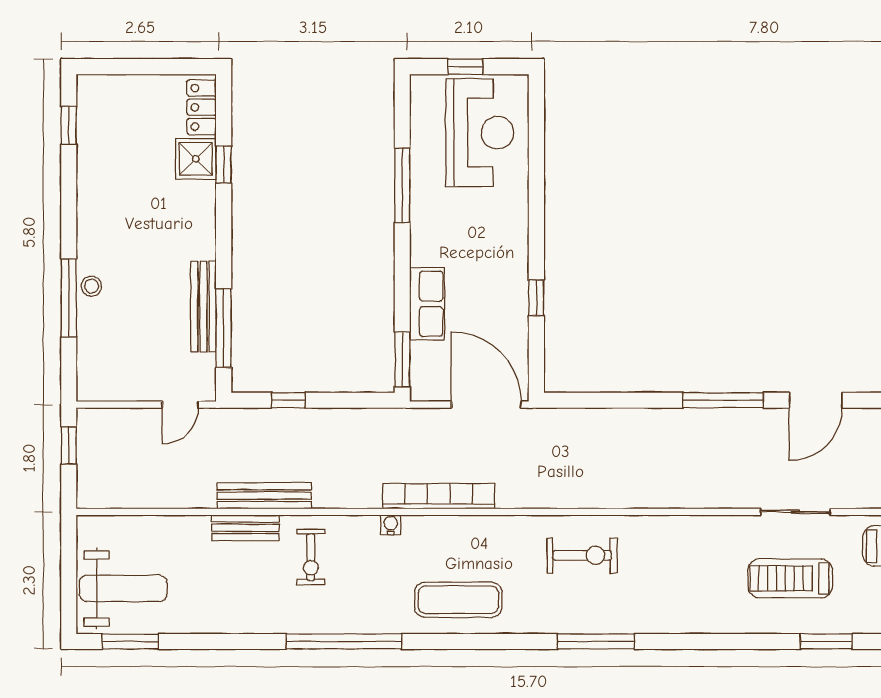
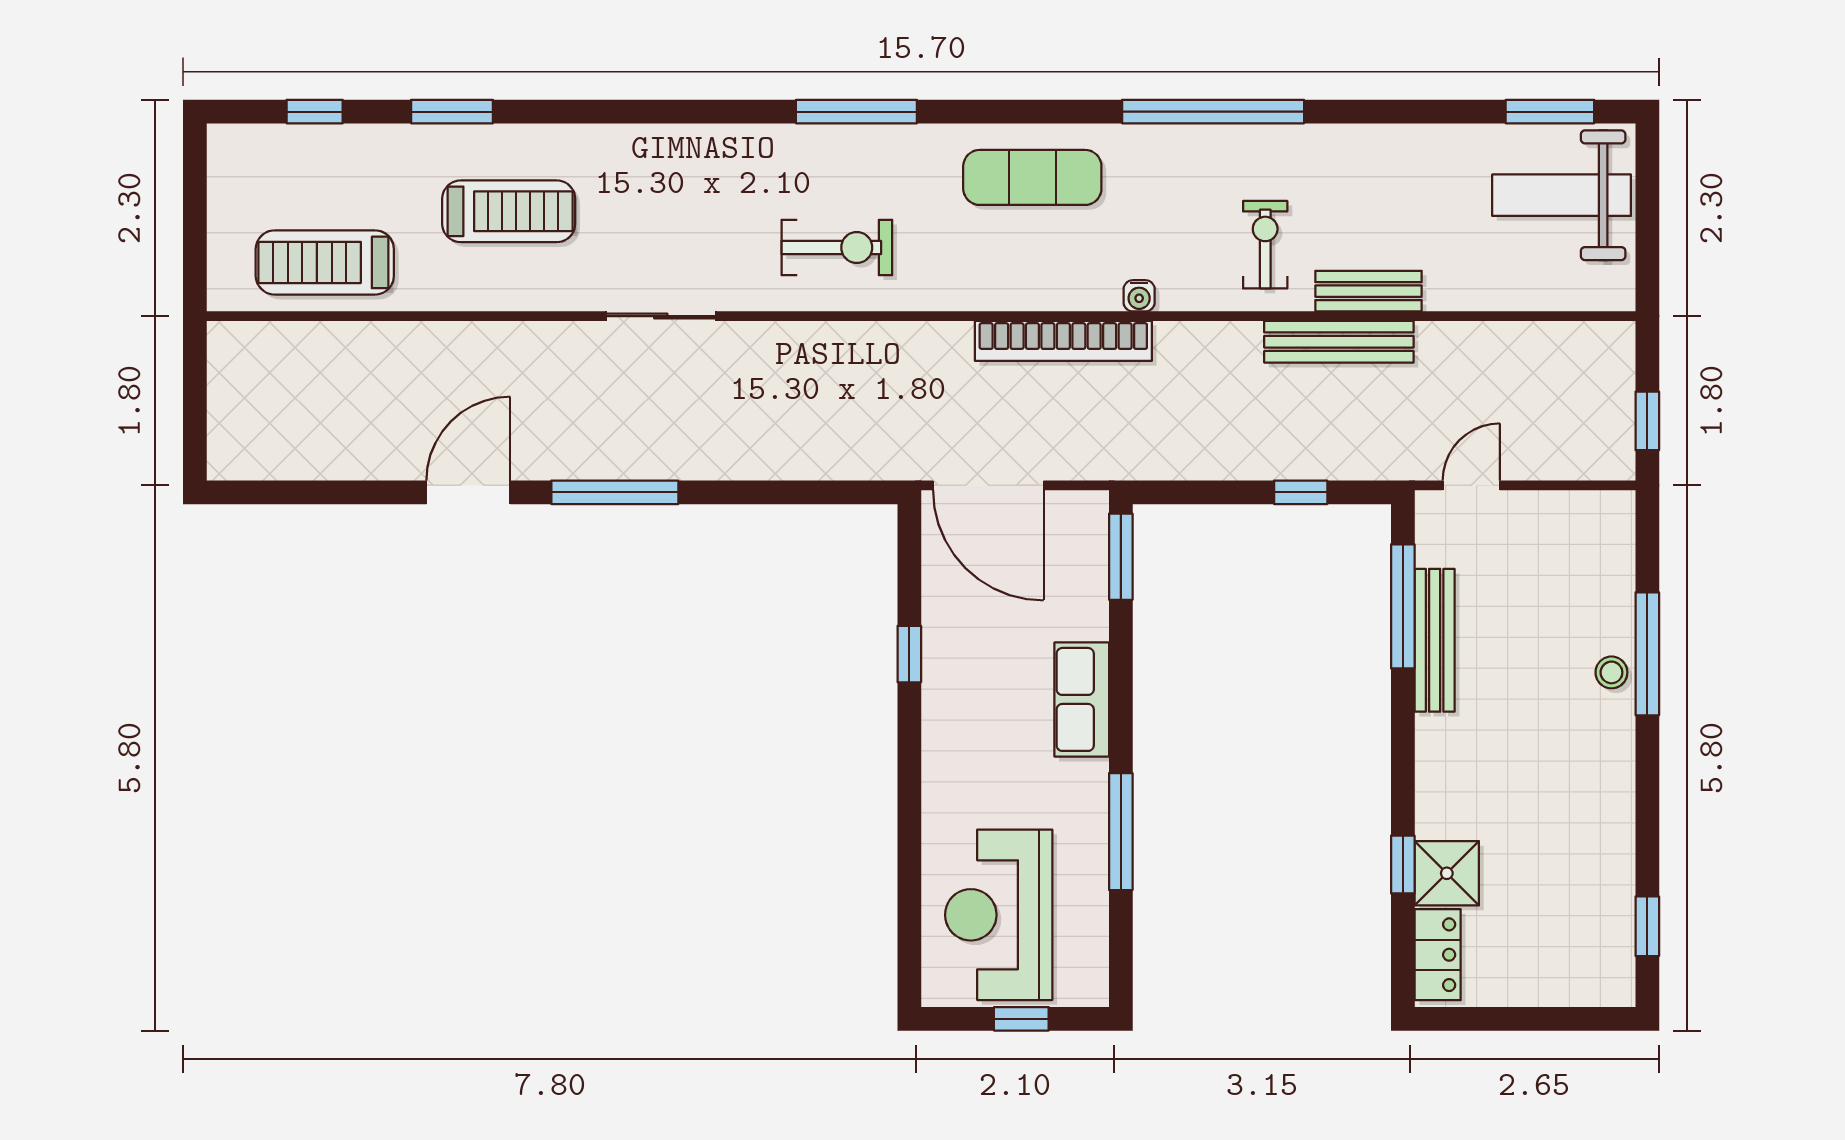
row of seats: (427, 304) -> (1082, 699), moved
sliding door: (795, 512) -> (661, 316), moved
exercise bike: (582, 555) -> (837, 248), turned 180
window: (596, 641) -> (856, 112), moved

